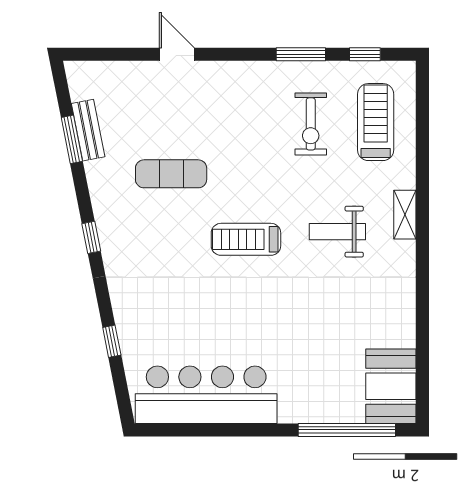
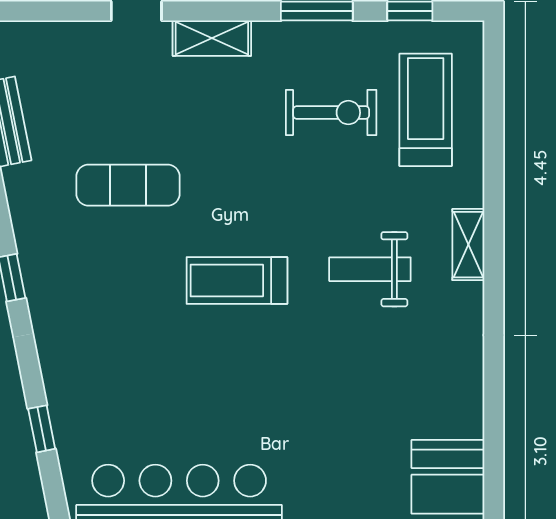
shelving: (229, 73) -> (212, 38), added
exercise bike: (311, 124) -> (331, 113), turned -90

